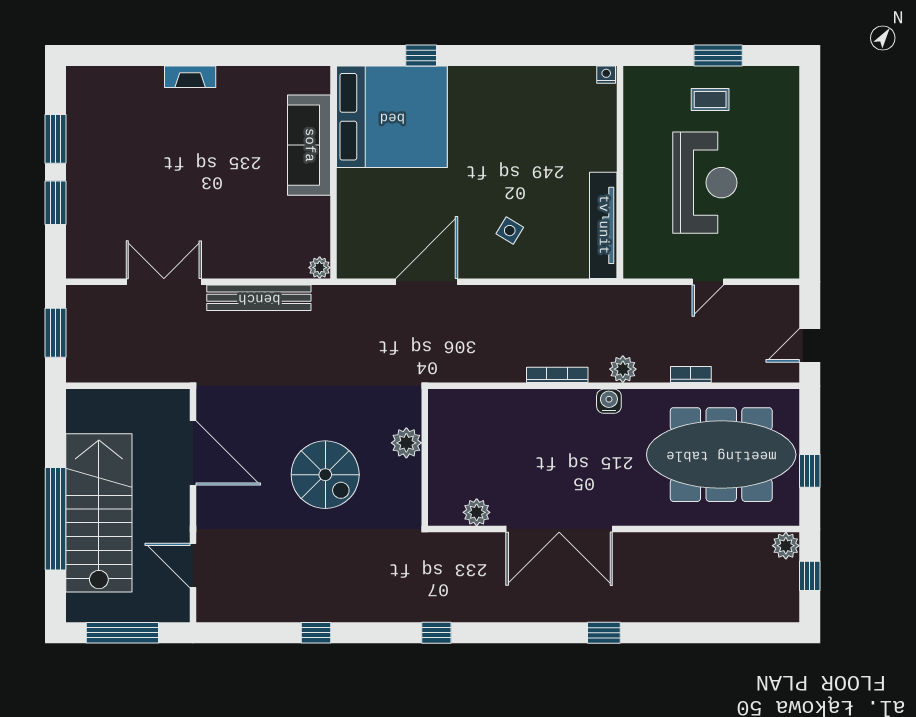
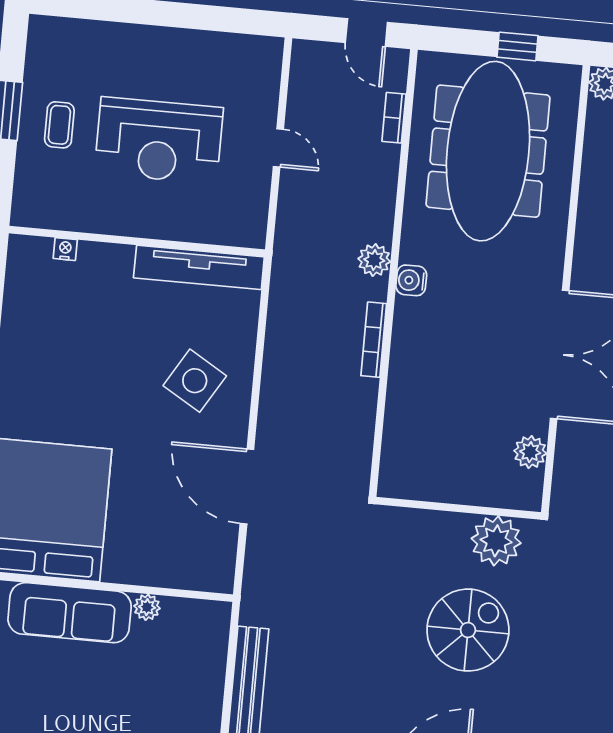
nightstand: (606, 75) -> (65, 249), moved, turned 90
reception desk: (705, 183) -> (159, 140), turned 180
side table: (510, 231) -> (195, 381), width x1.87, depth x1.87
plant: (320, 268) -> (147, 607), moved
bookcase: (691, 375) -> (394, 118), moved
plant: (406, 443) -> (496, 541), moved, width x1.36, depth x1.36

